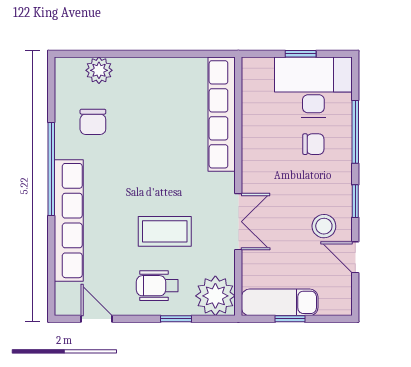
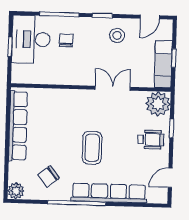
plant: (99, 70) -> (16, 191), moved
row of seats: (222, 114) -> (18, 126), moved, turned -90
chair: (93, 122) -> (48, 176), turned 142
coffee table: (165, 231) -> (92, 148), moved
door: (355, 257) -> (150, 17), moved
wheelchair: (157, 286) -> (151, 140), turned -90

